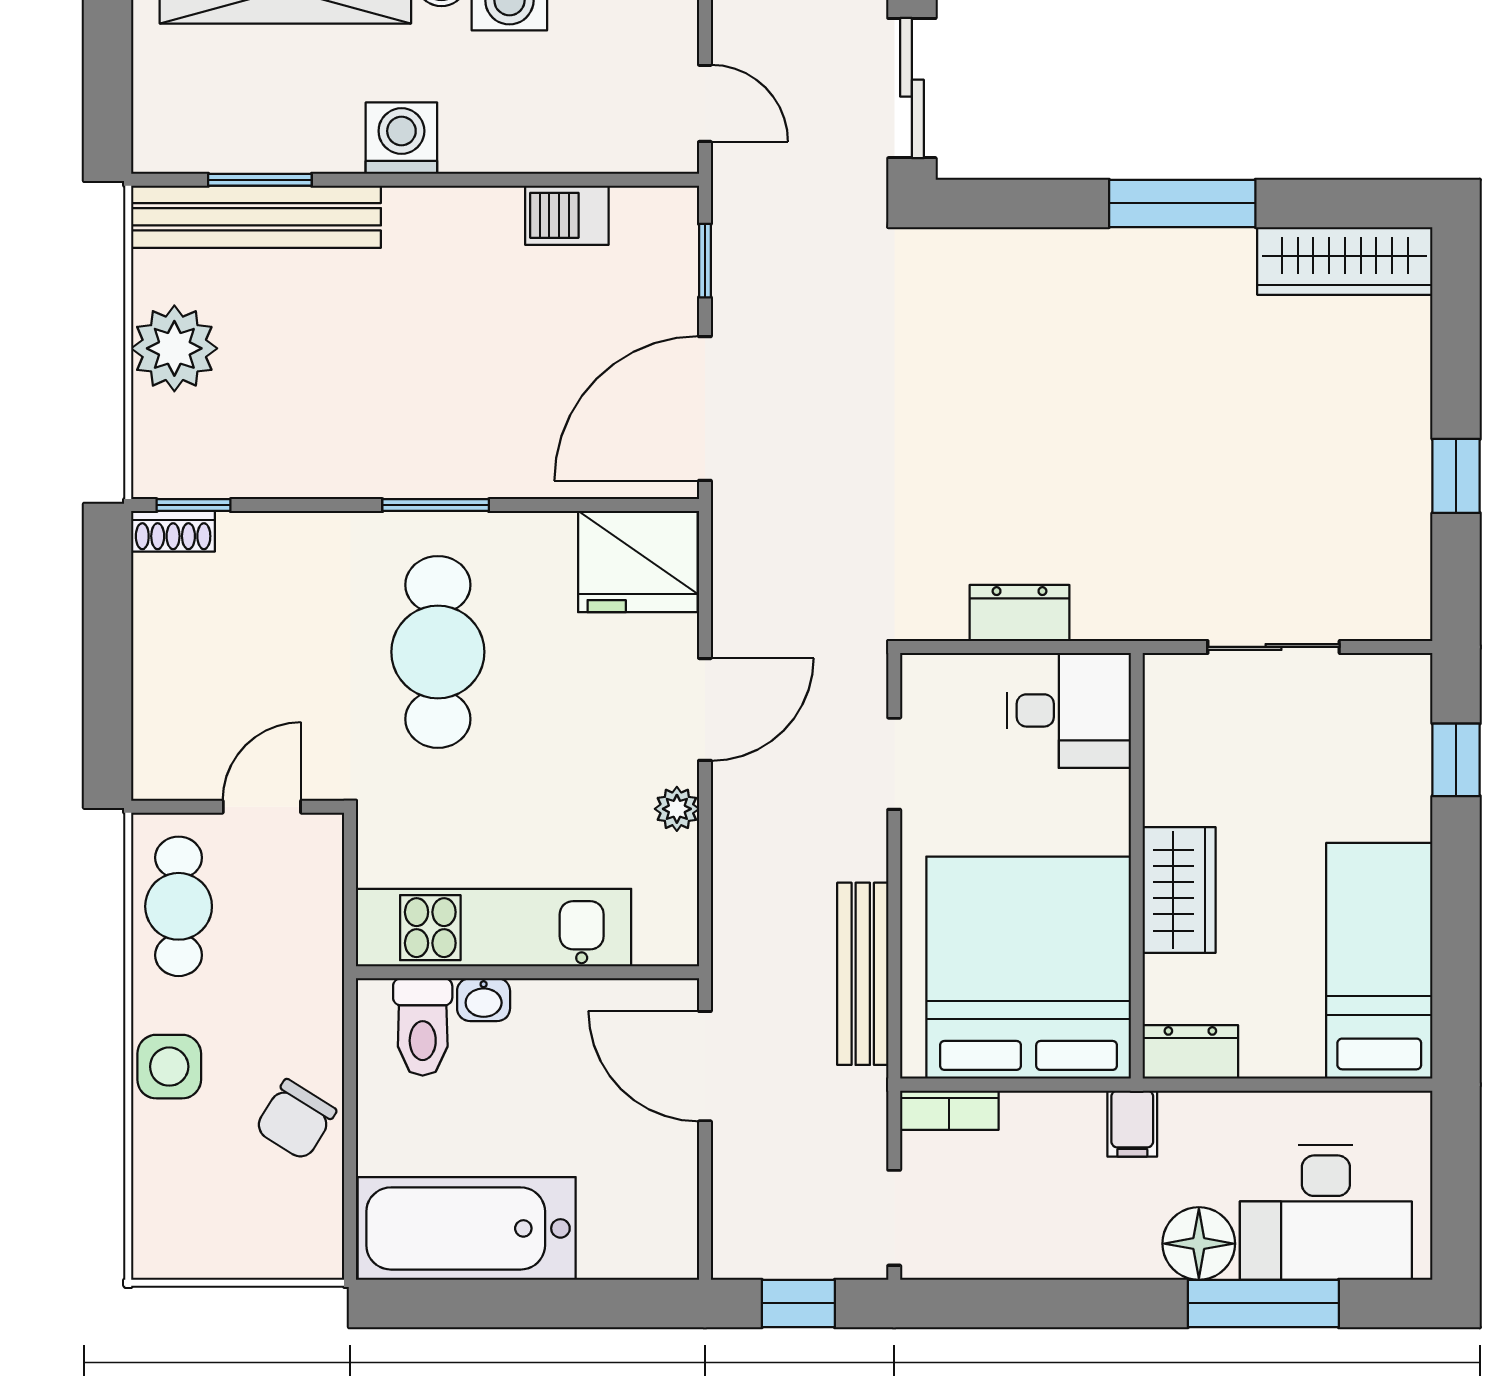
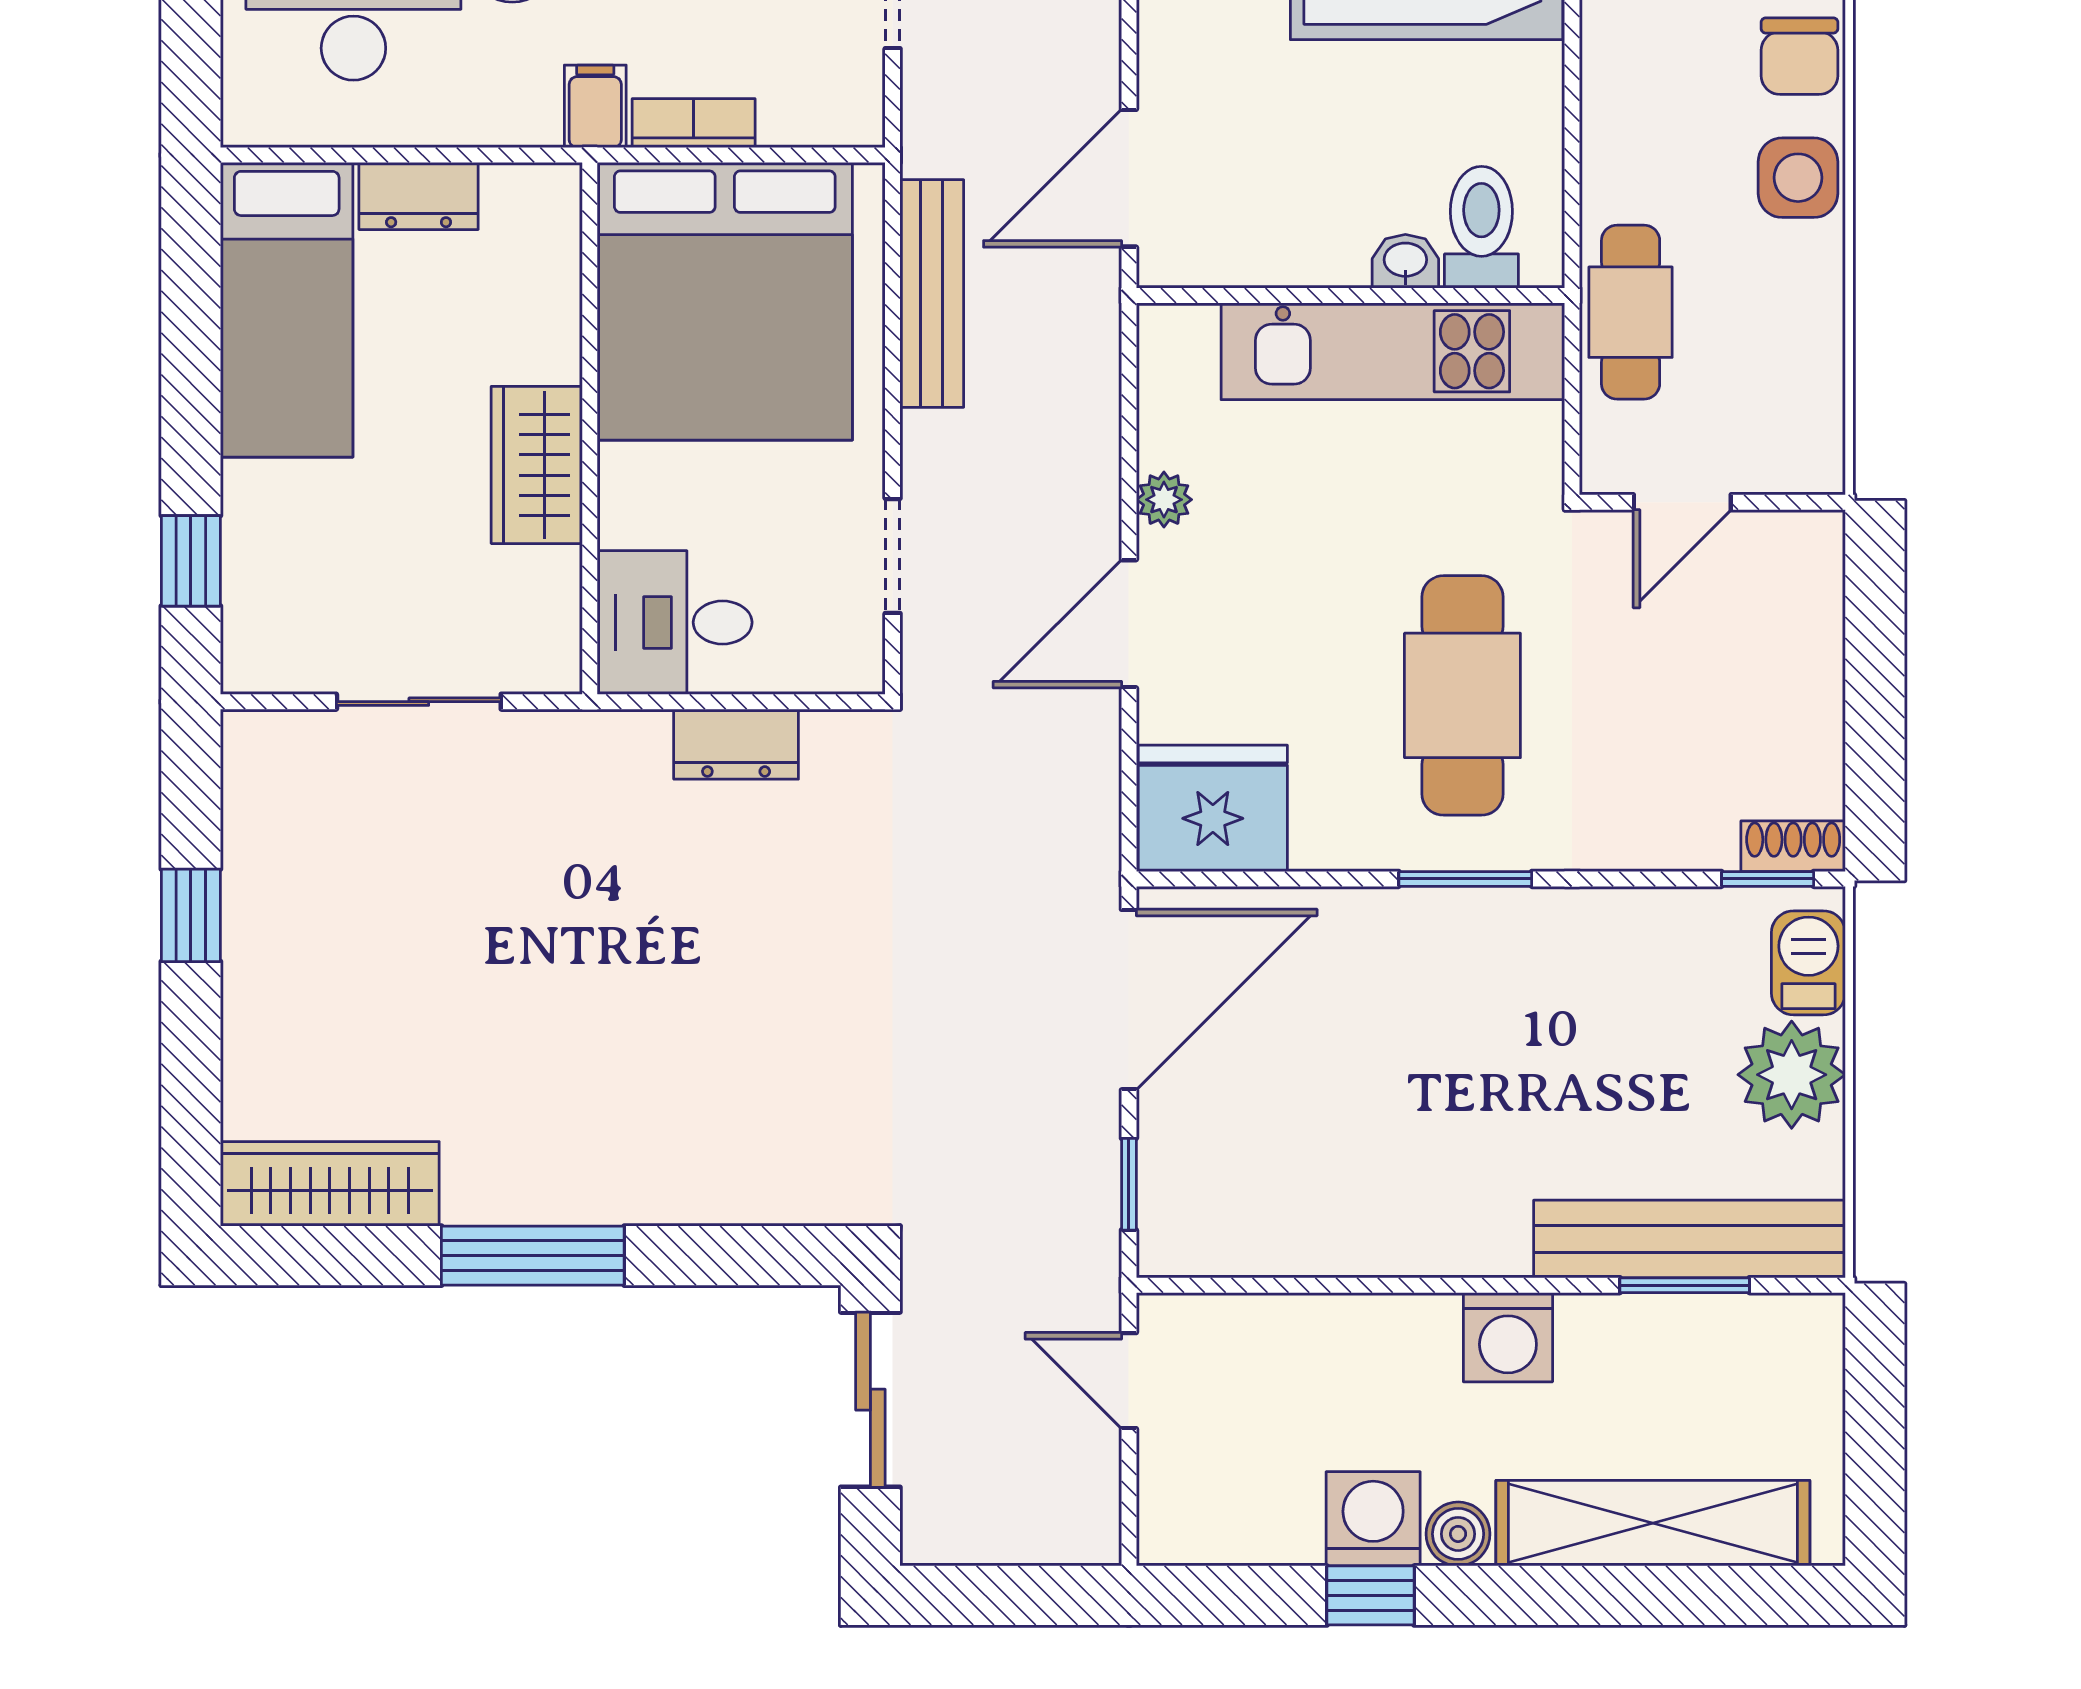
barbecue: (567, 215) -> (1808, 963), moved, turned -90
wardrobe: (1179, 890) -> (537, 465), moved
cafe table: (179, 906) -> (1631, 312), moved
dresser: (1190, 1052) -> (419, 196), moved
door: (705, 1066) -> (1129, 178), swing flipped
bookcase: (949, 1110) -> (694, 123), moved
chair: (295, 1120) -> (1799, 56), moved, turned 148

